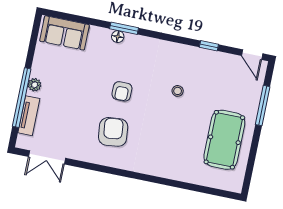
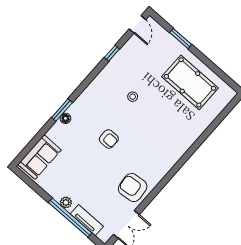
door: (252, 55) -> (137, 24), hinge flipped
window: (263, 106) -> (181, 39), width x0.69
armchair: (113, 132) -> (133, 188), moved

